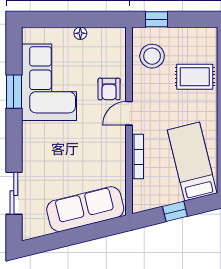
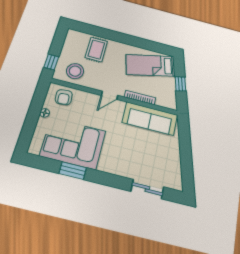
armchair: (109, 89) -> (64, 97), moved, turned 85
door: (129, 113) -> (110, 95), hinge flipped
sofa: (85, 209) -> (150, 119), moved, turned -76

